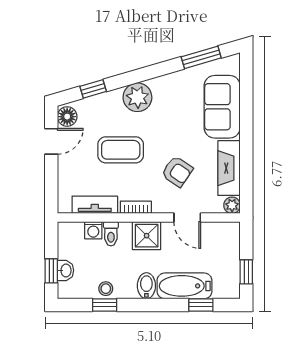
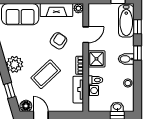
coffee table: (121, 150) -> (46, 74), turned 47
bathtub: (184, 286) -> (126, 21), moved
window: (105, 305) -> (137, 53), moved

